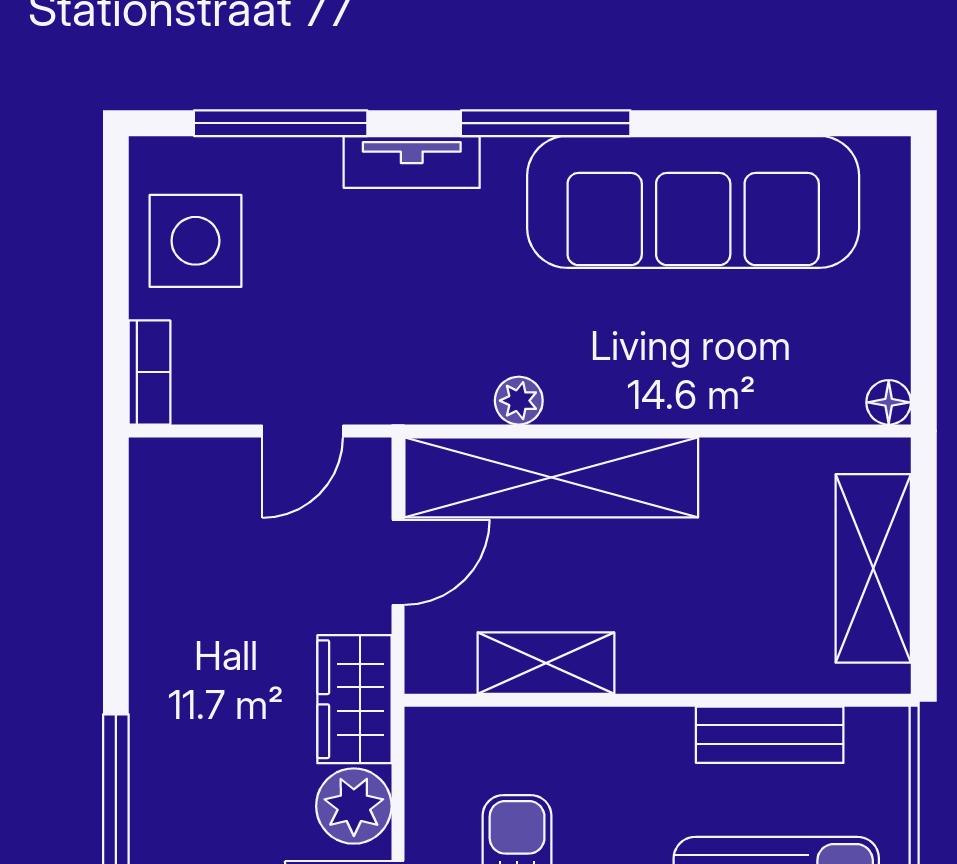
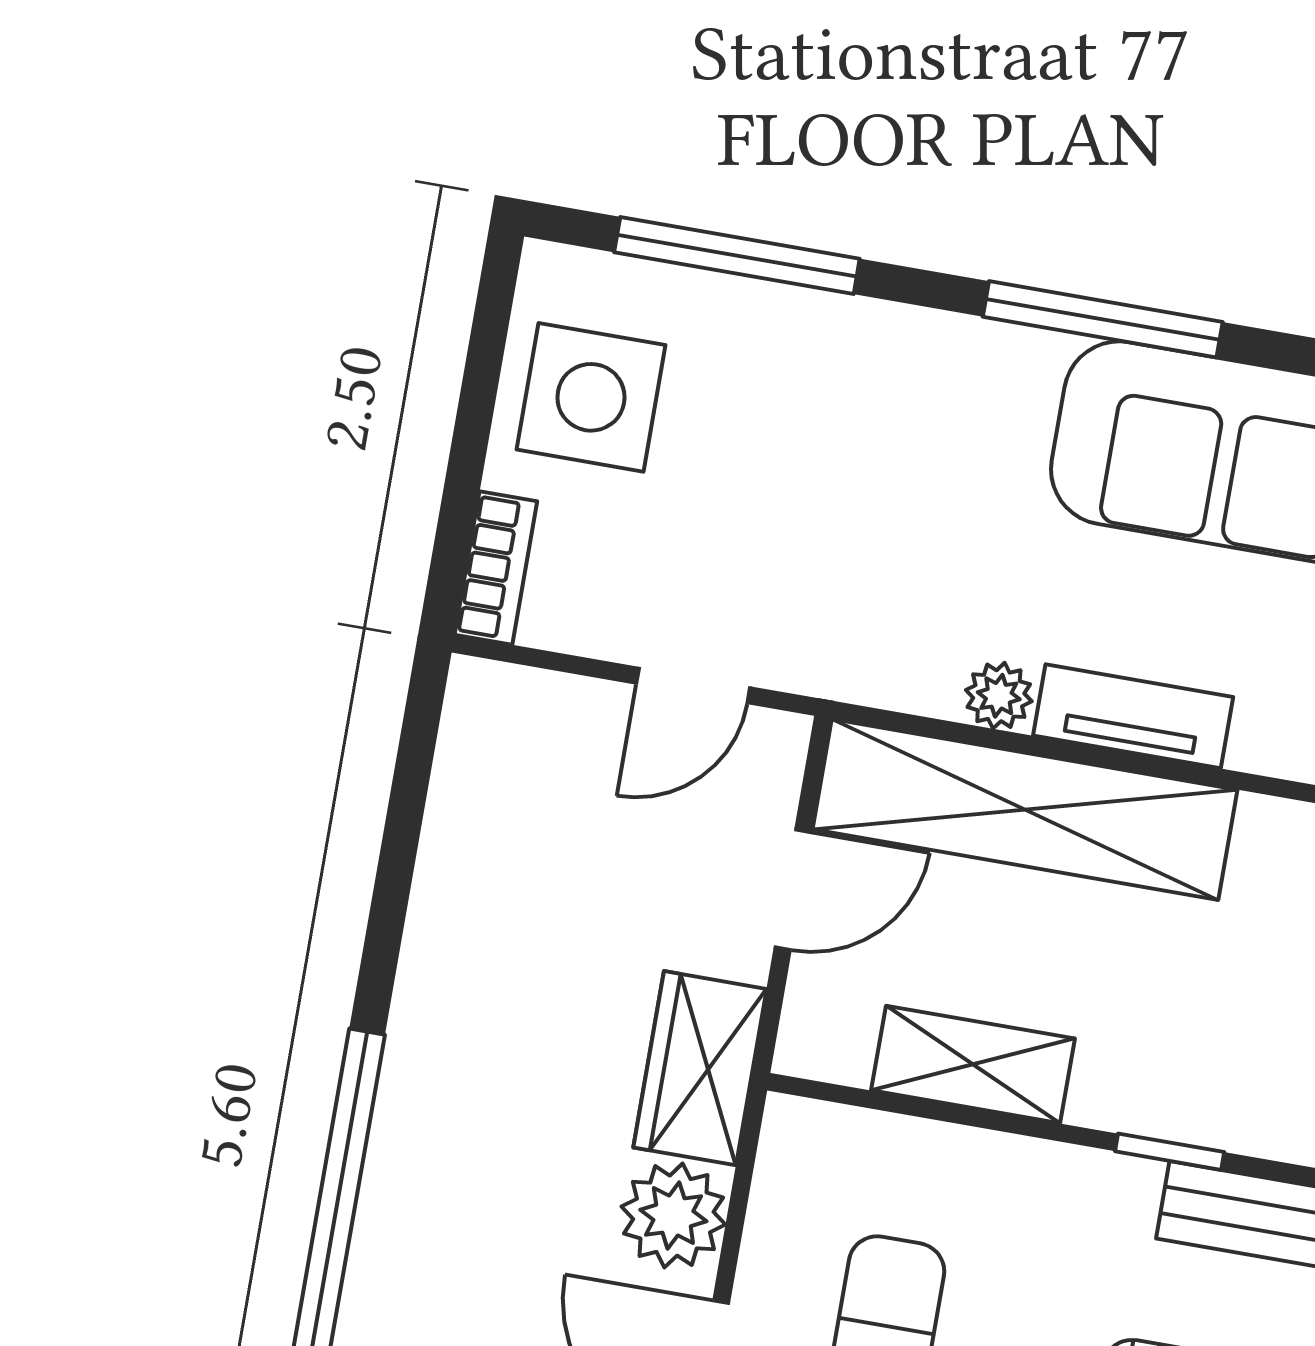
tv unit: (412, 162) -> (1133, 716), moved, turned 180
window: (695, 700) -> (1170, 1152), added

